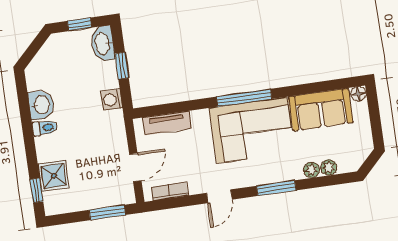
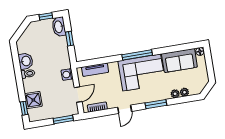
washing machine: (112, 100) -> (67, 74), moved

